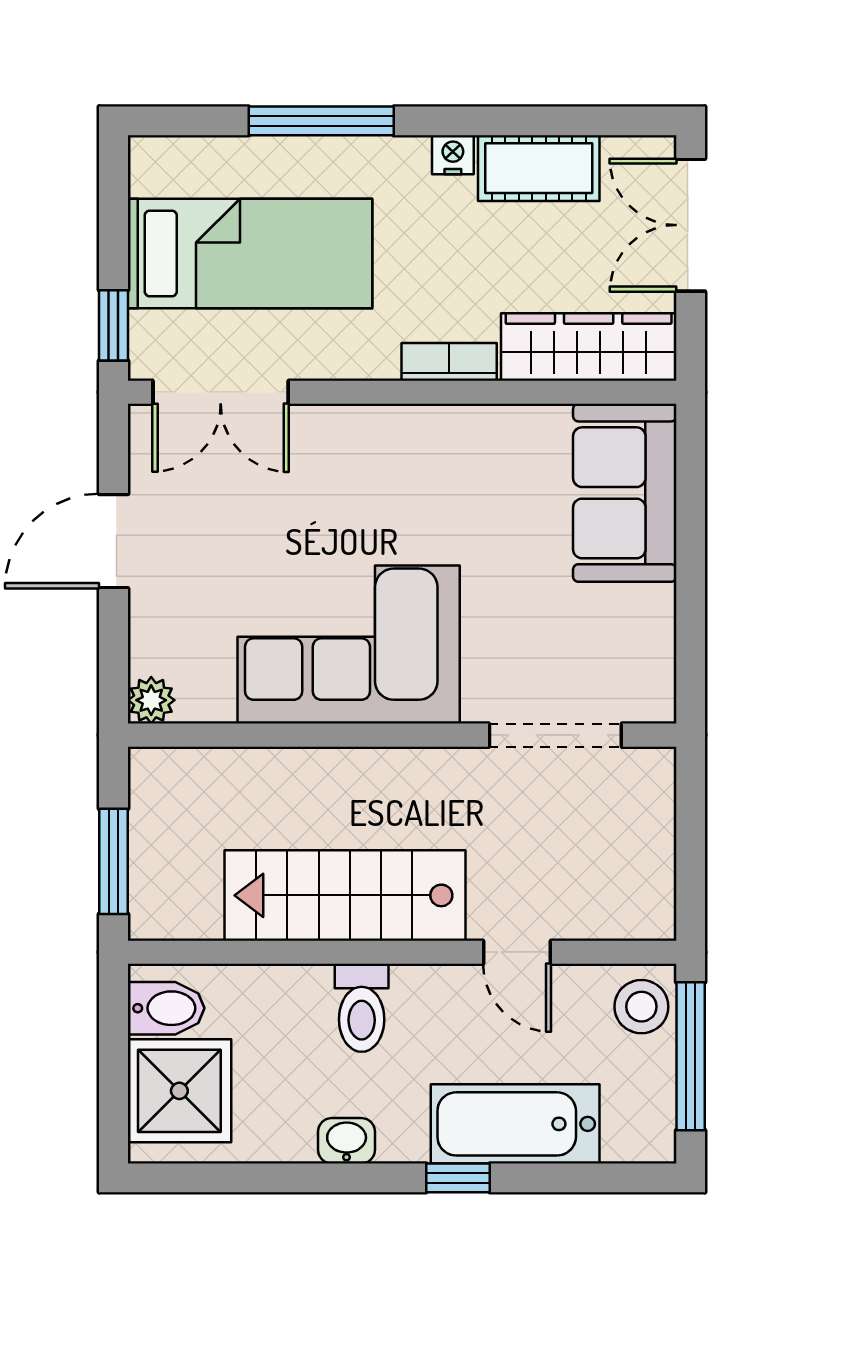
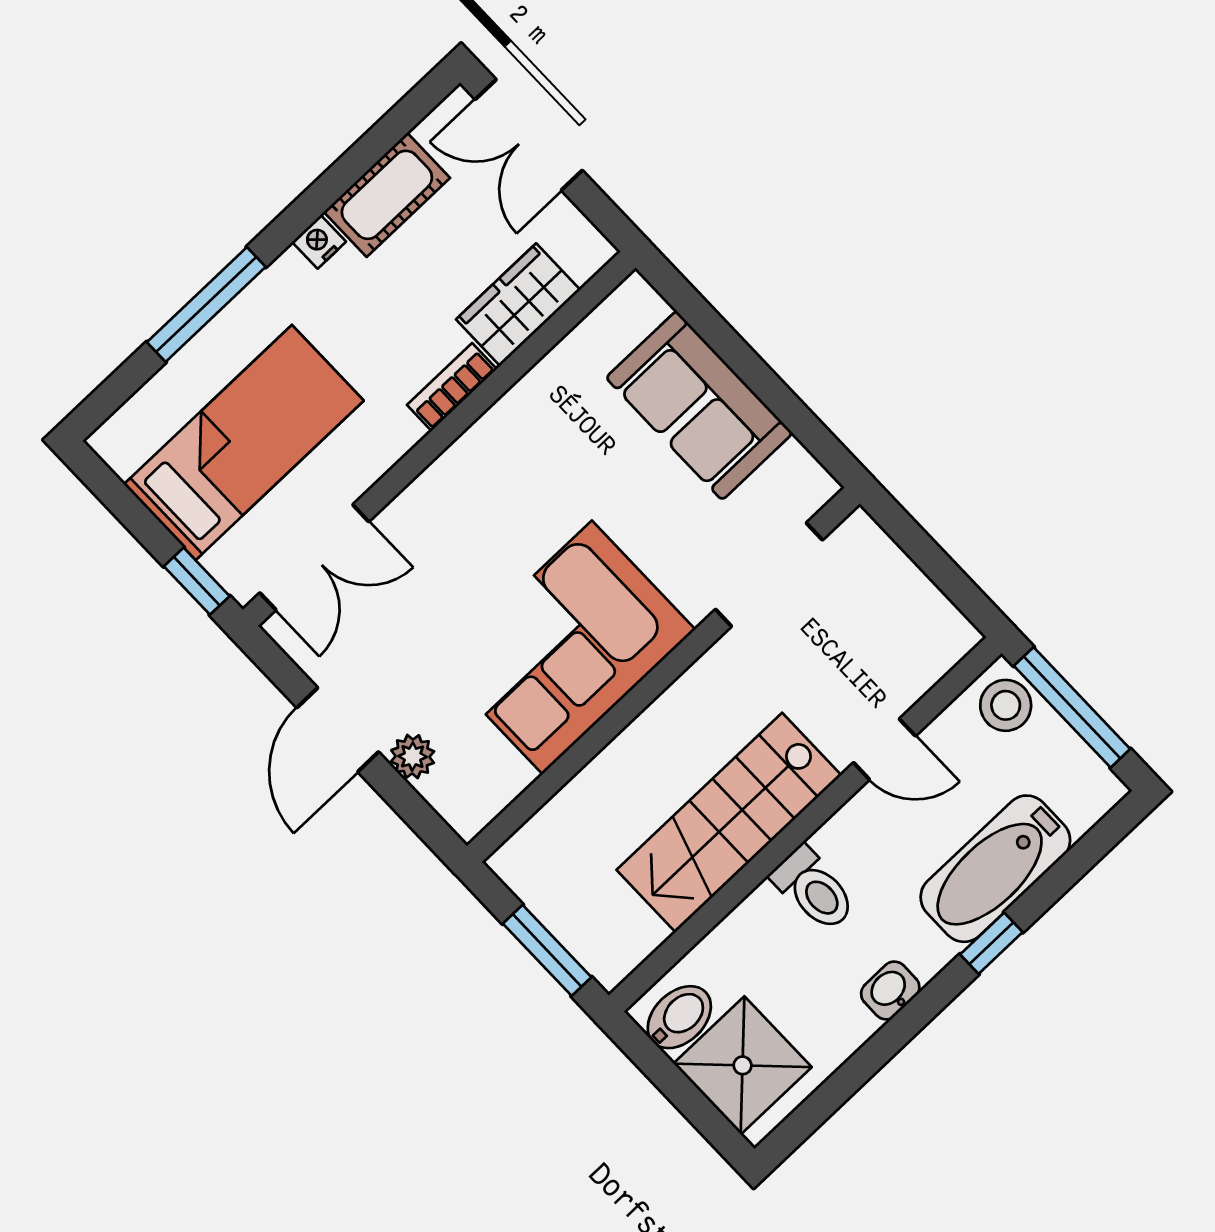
wardrobe: (589, 347) -> (518, 305), width x0.67
sofa: (625, 493) -> (699, 405), moved
plant: (151, 700) -> (413, 757), moved

